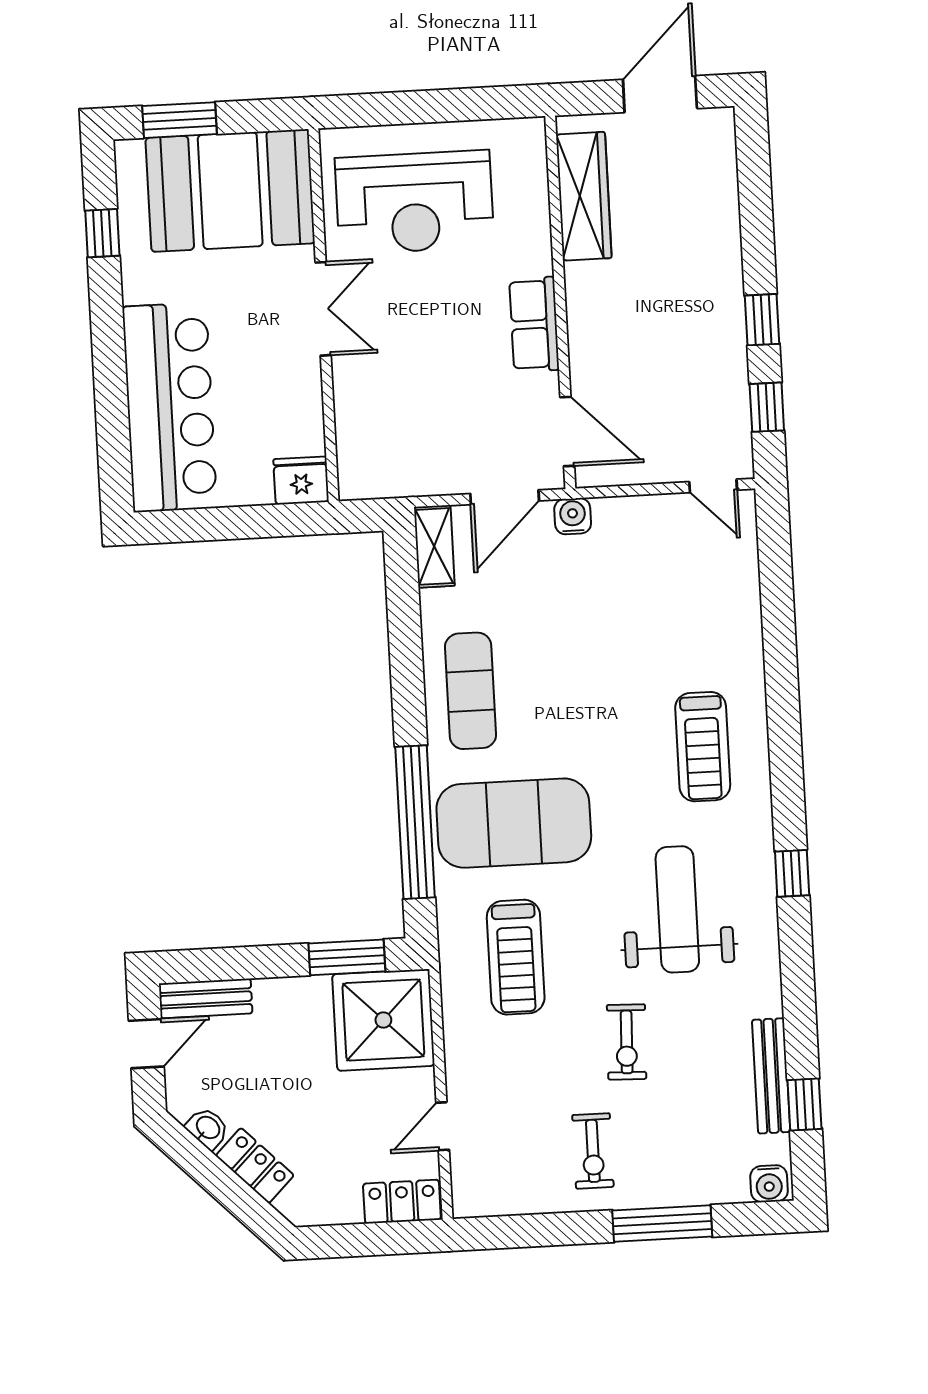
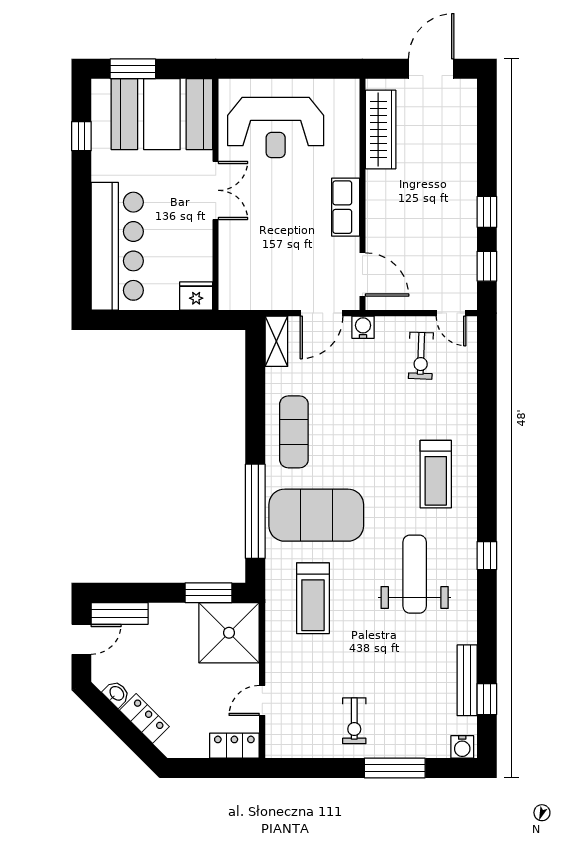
exercise bike: (627, 1042) -> (421, 356), moved

